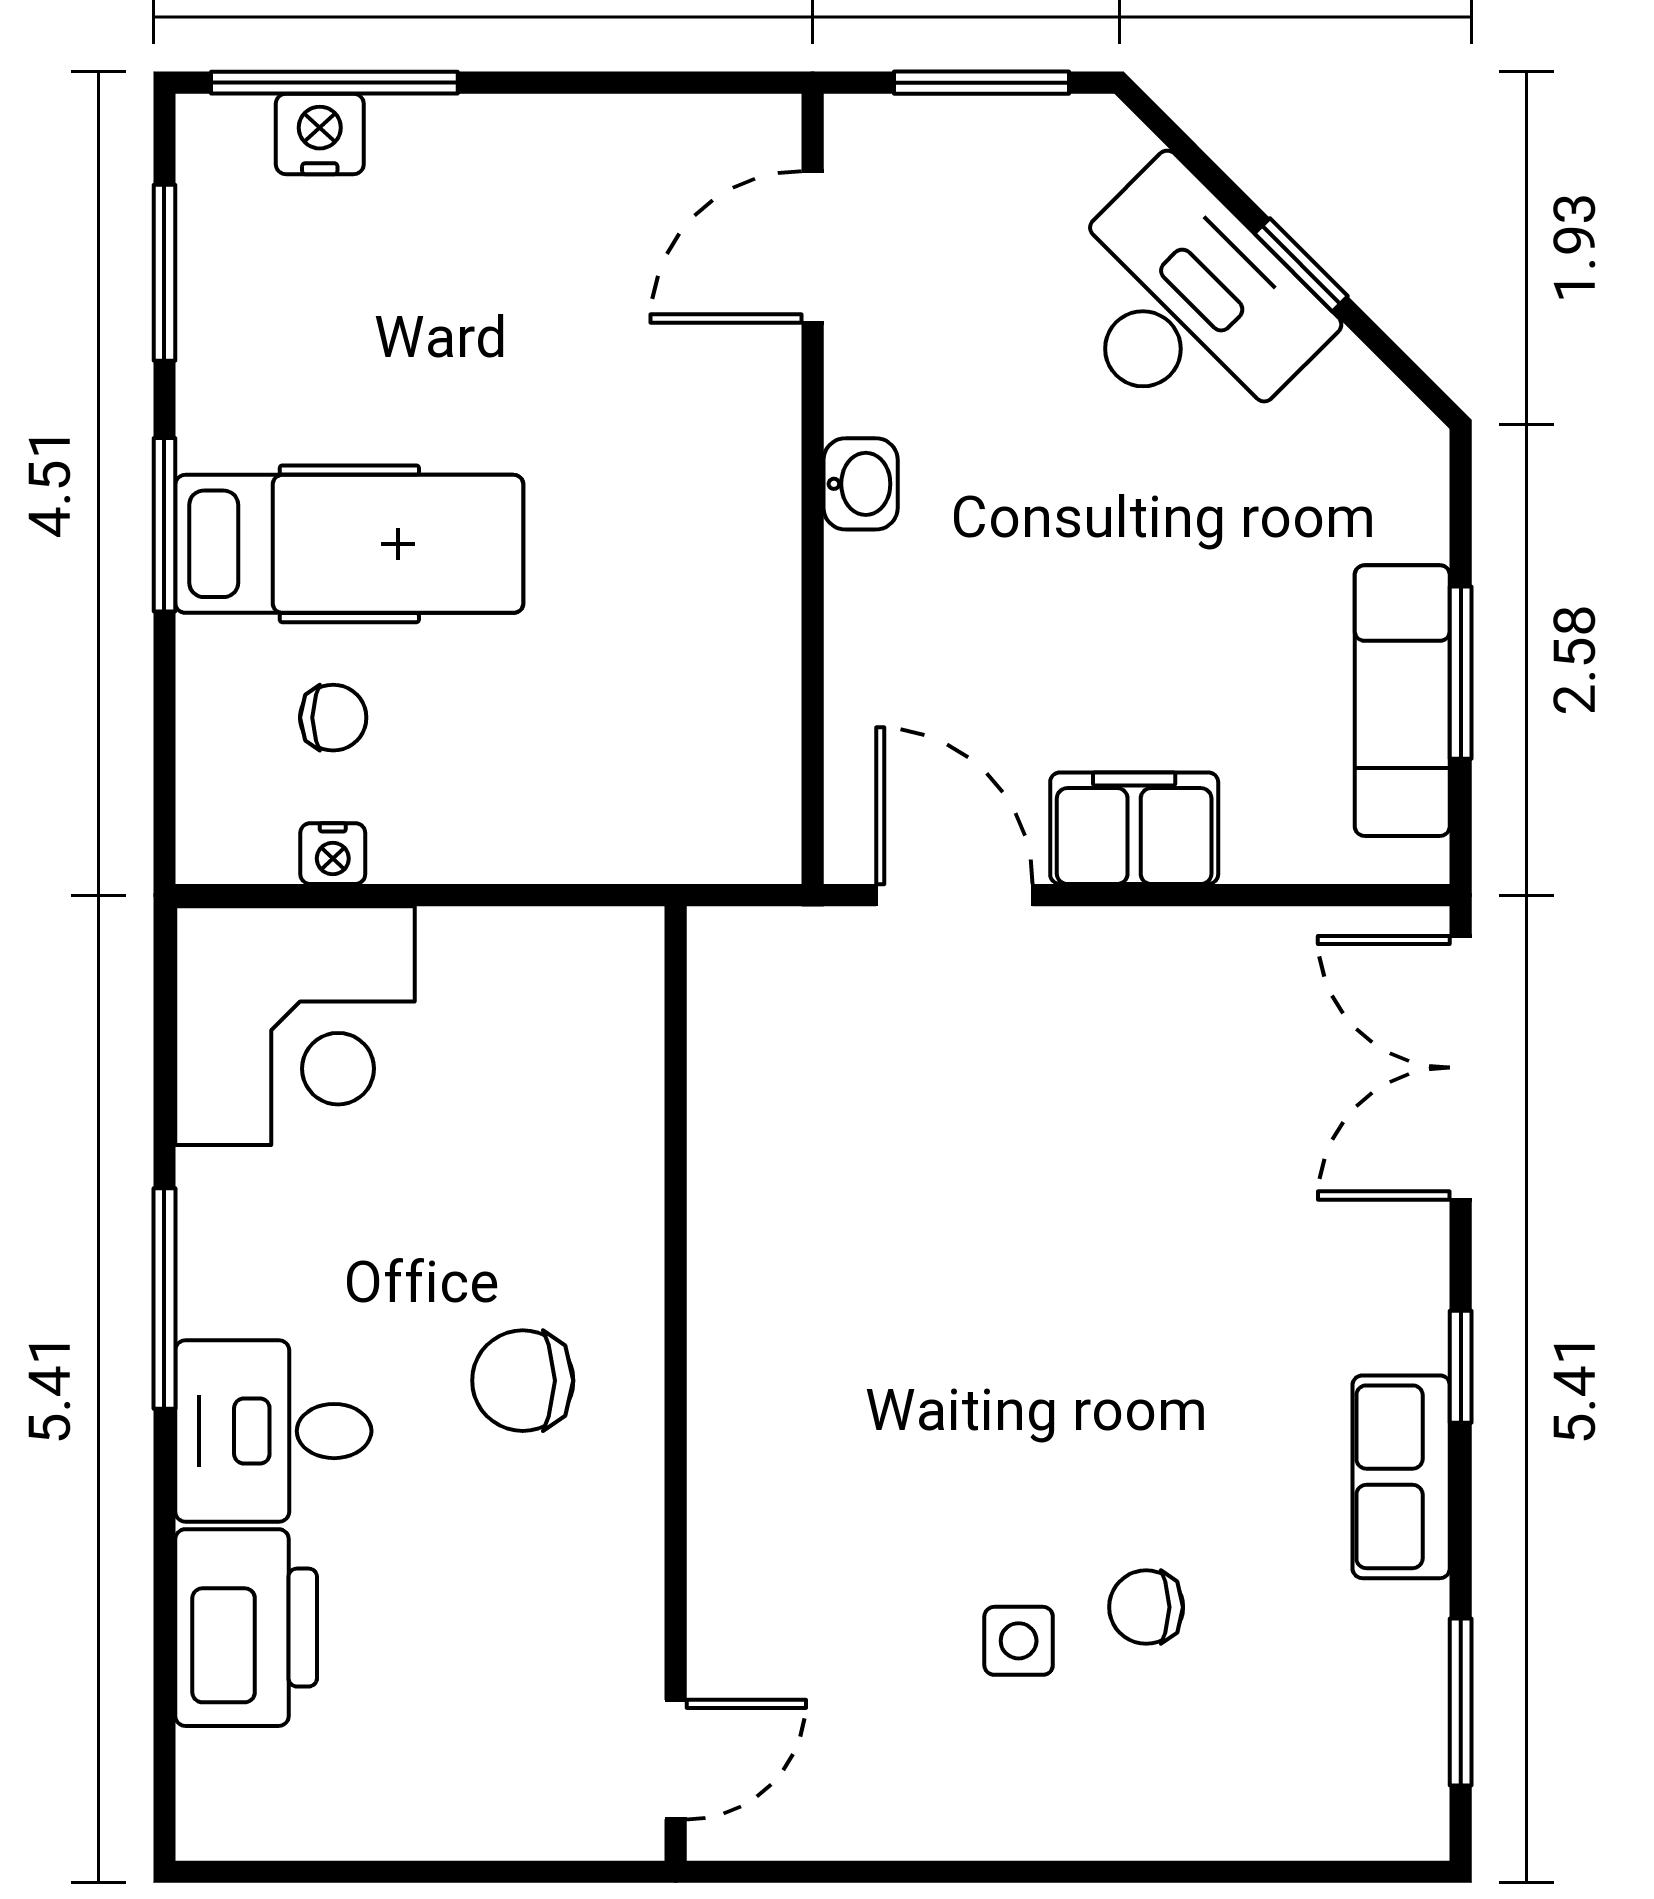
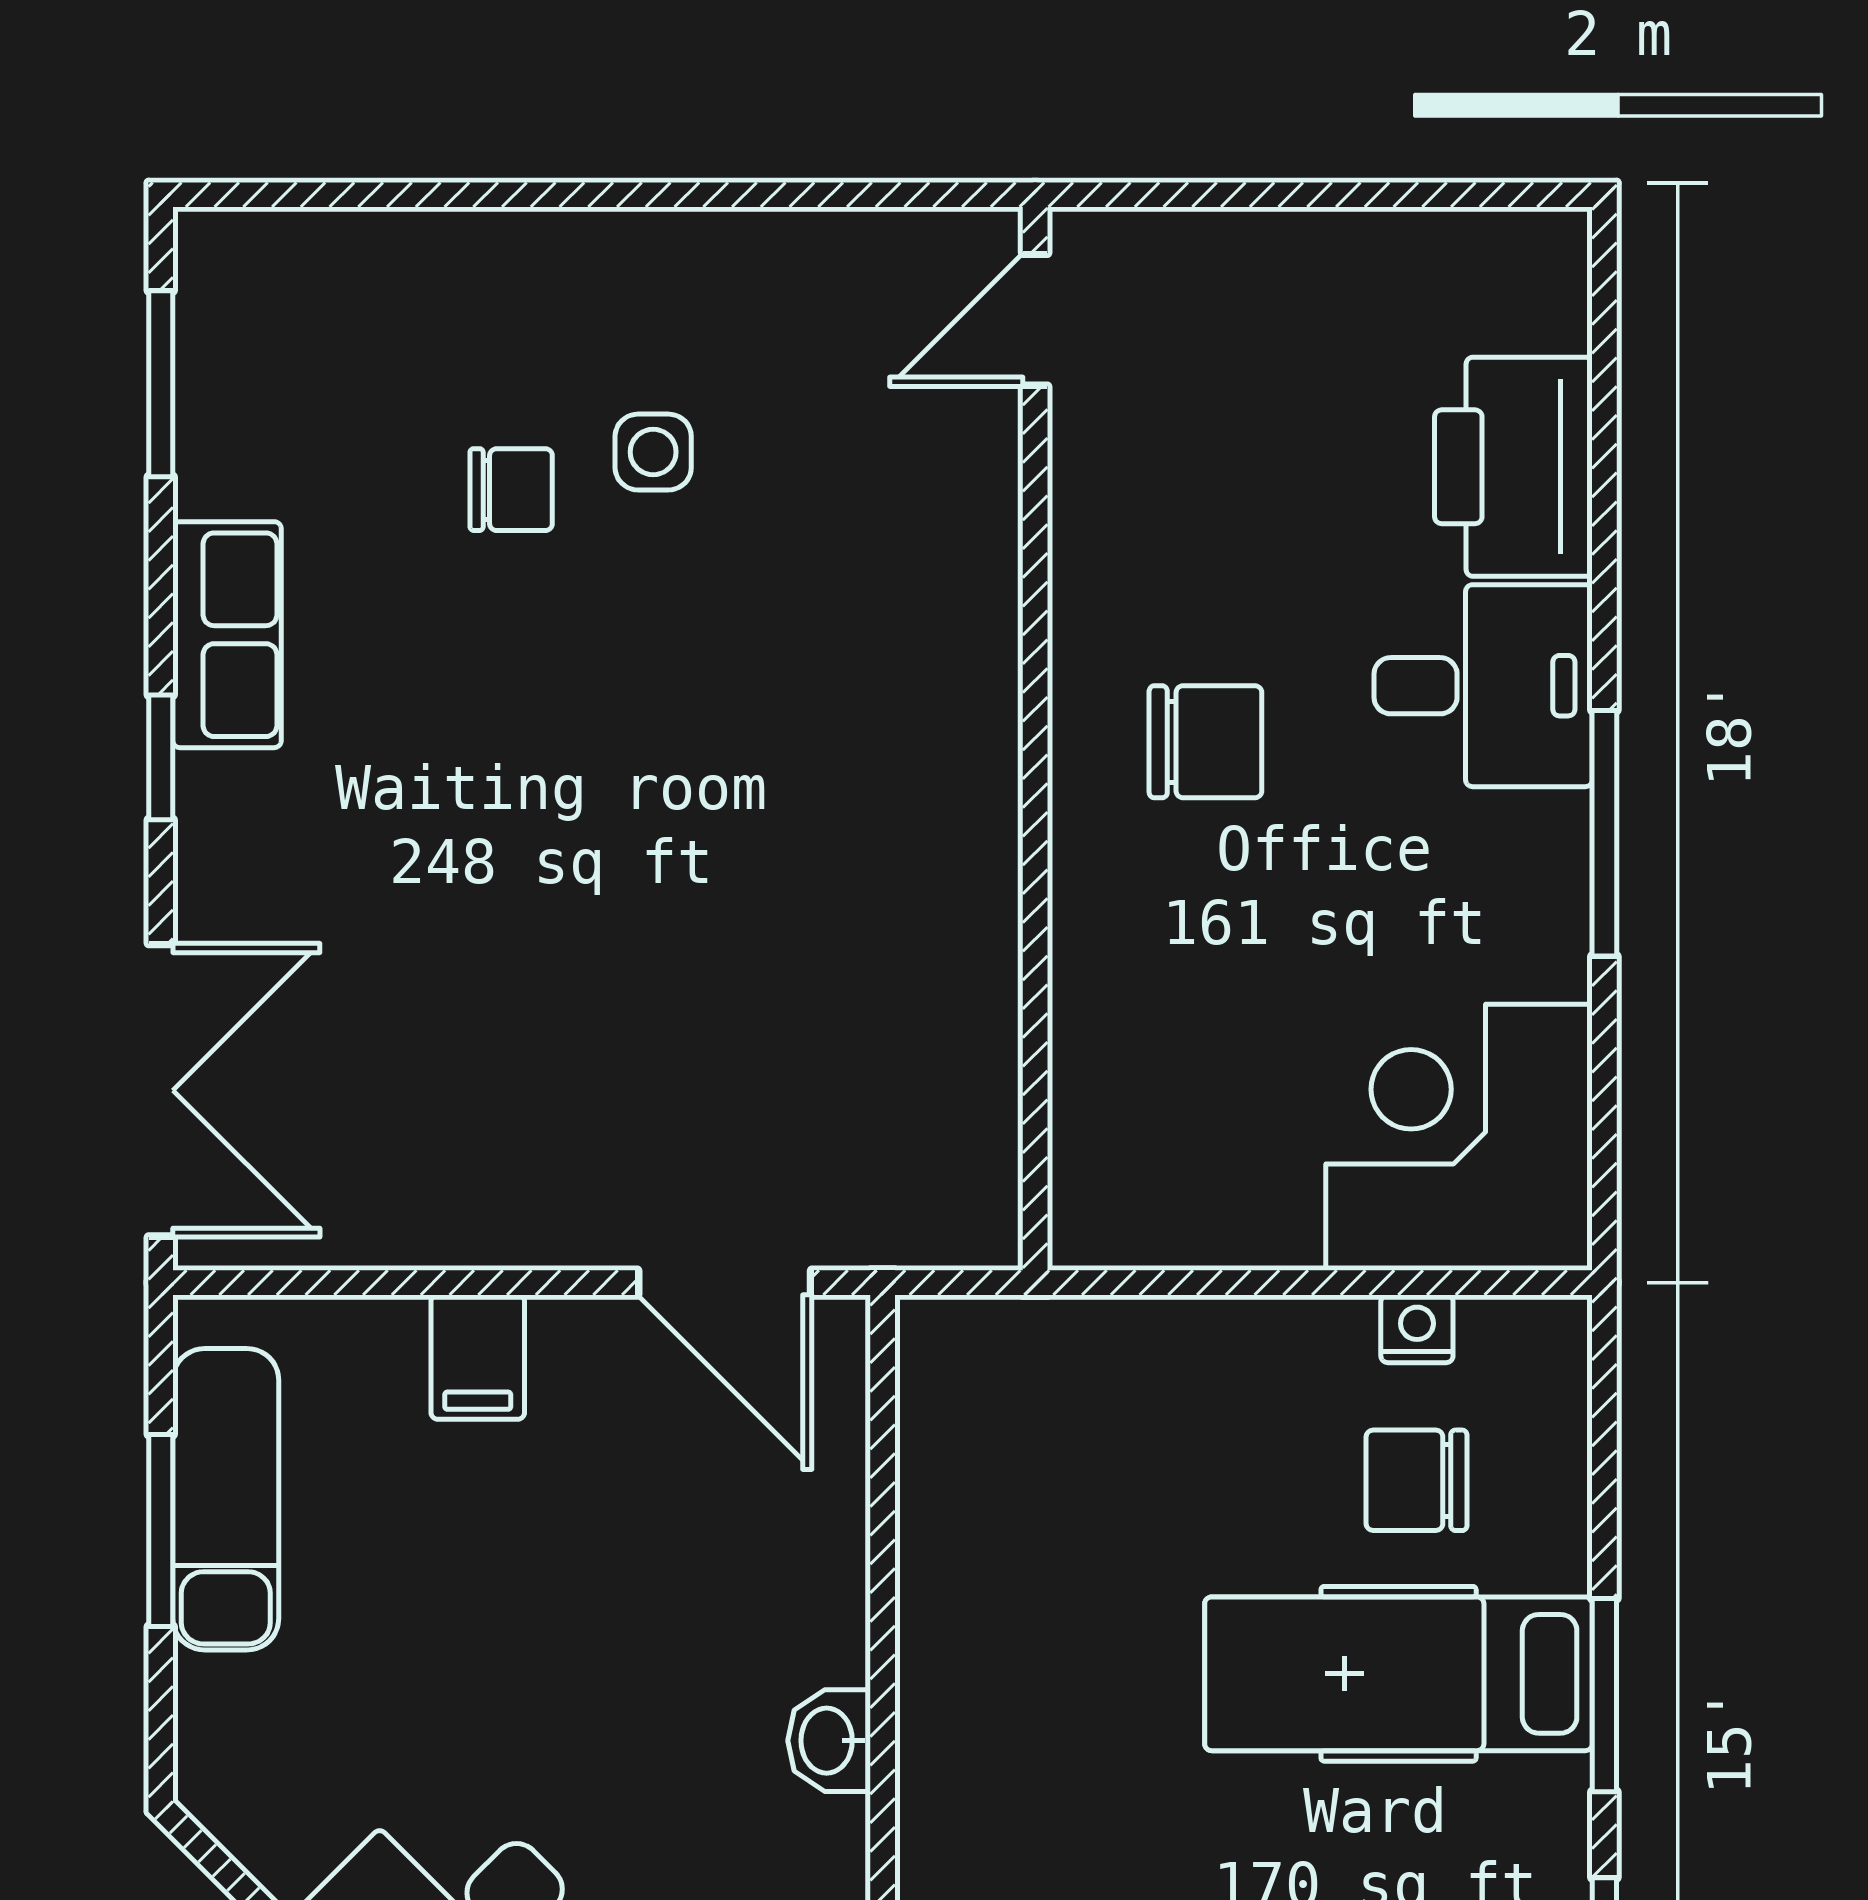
chair: (333, 718) -> (1417, 1480), width x1.37, depth x1.37
filing cabinet: (1134, 828) -> (478, 1357), width x0.50

